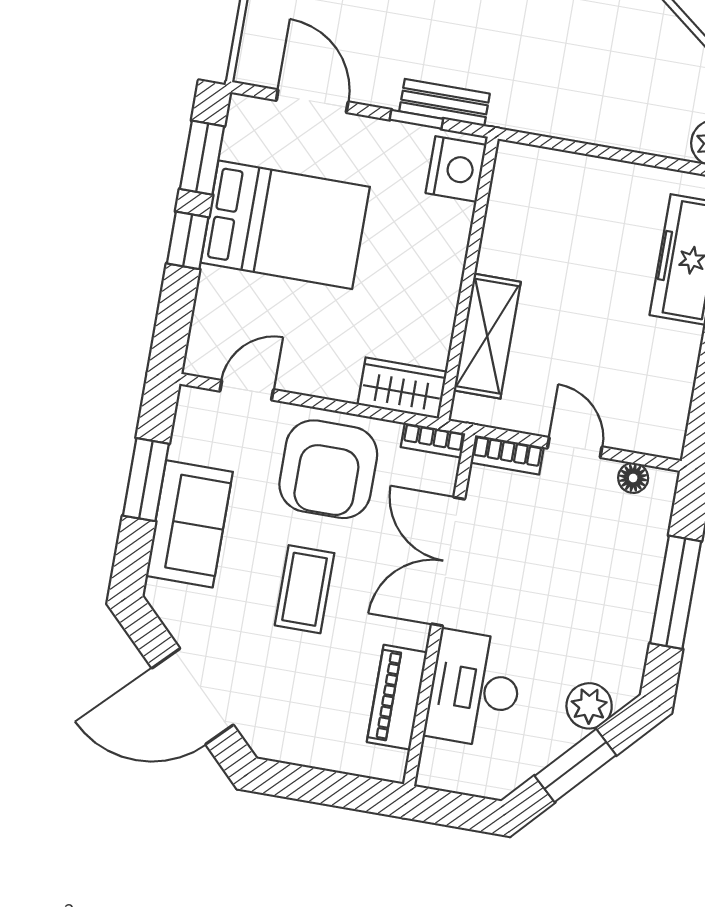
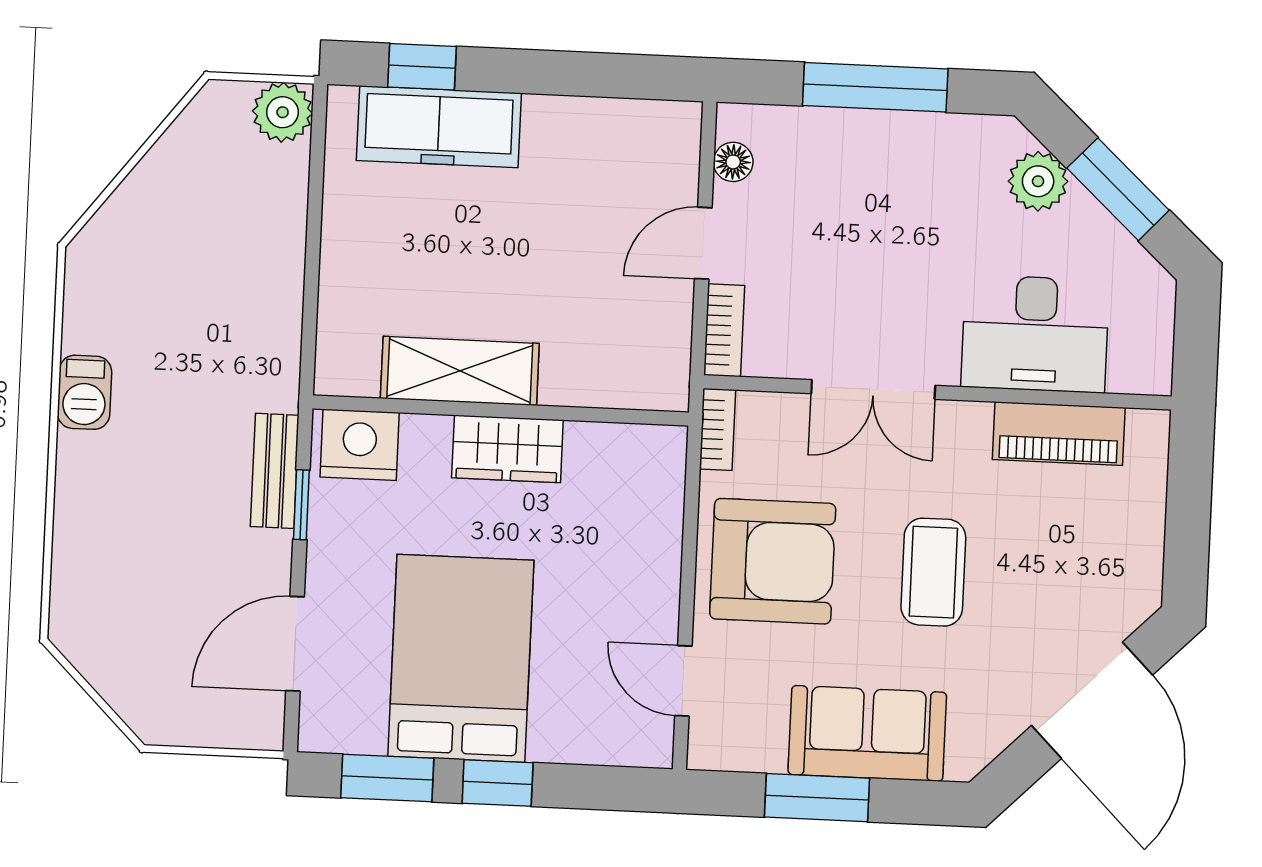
shelving: (487, 336) -> (460, 371), moved
wardrobe: (402, 388) -> (507, 449), moved, turned -90
double door: (448, 561) -> (873, 389), width x0.73
coffee table: (305, 589) -> (933, 572), turned 90

